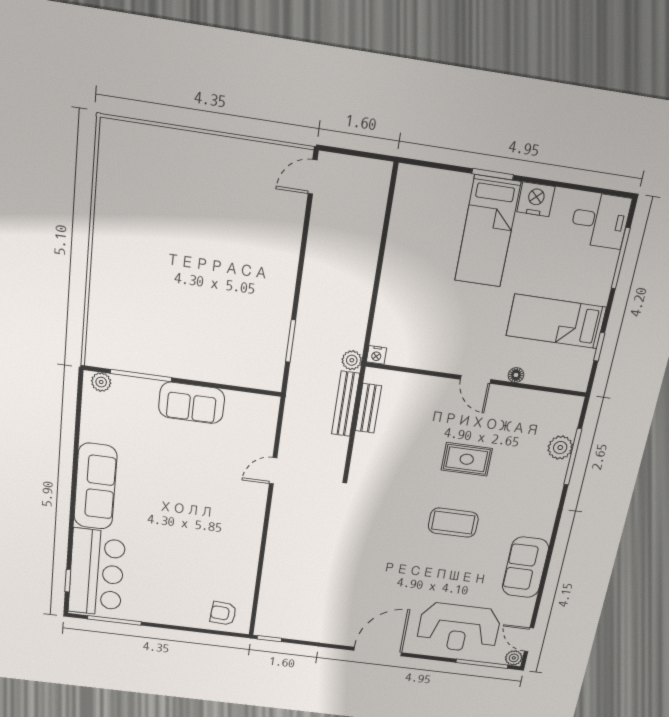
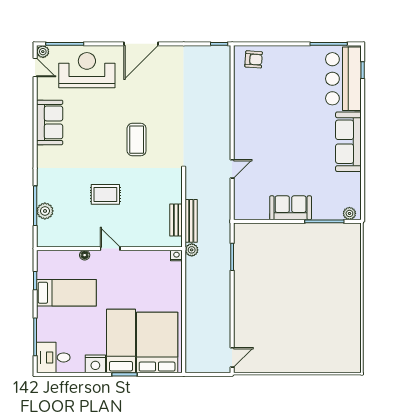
bed: (431, 220) -> (157, 343), added
coffee table: (453, 523) -> (137, 140), moved, turned 90

